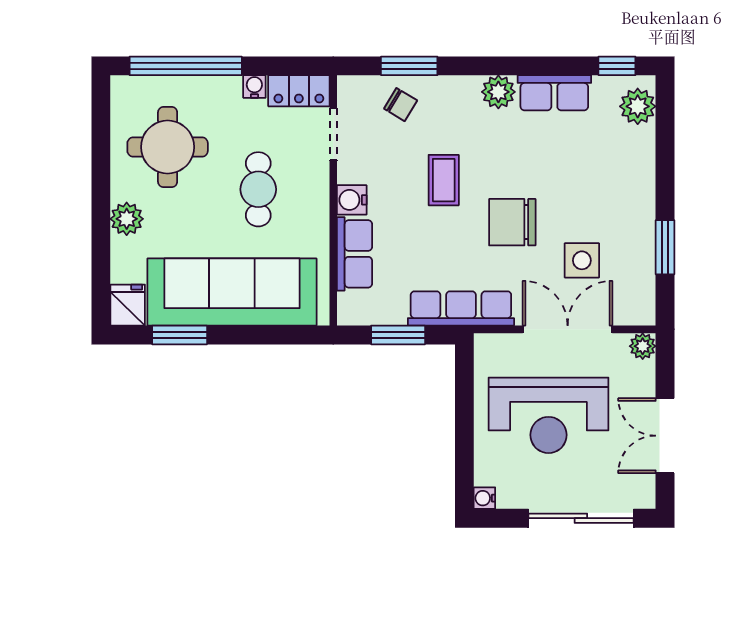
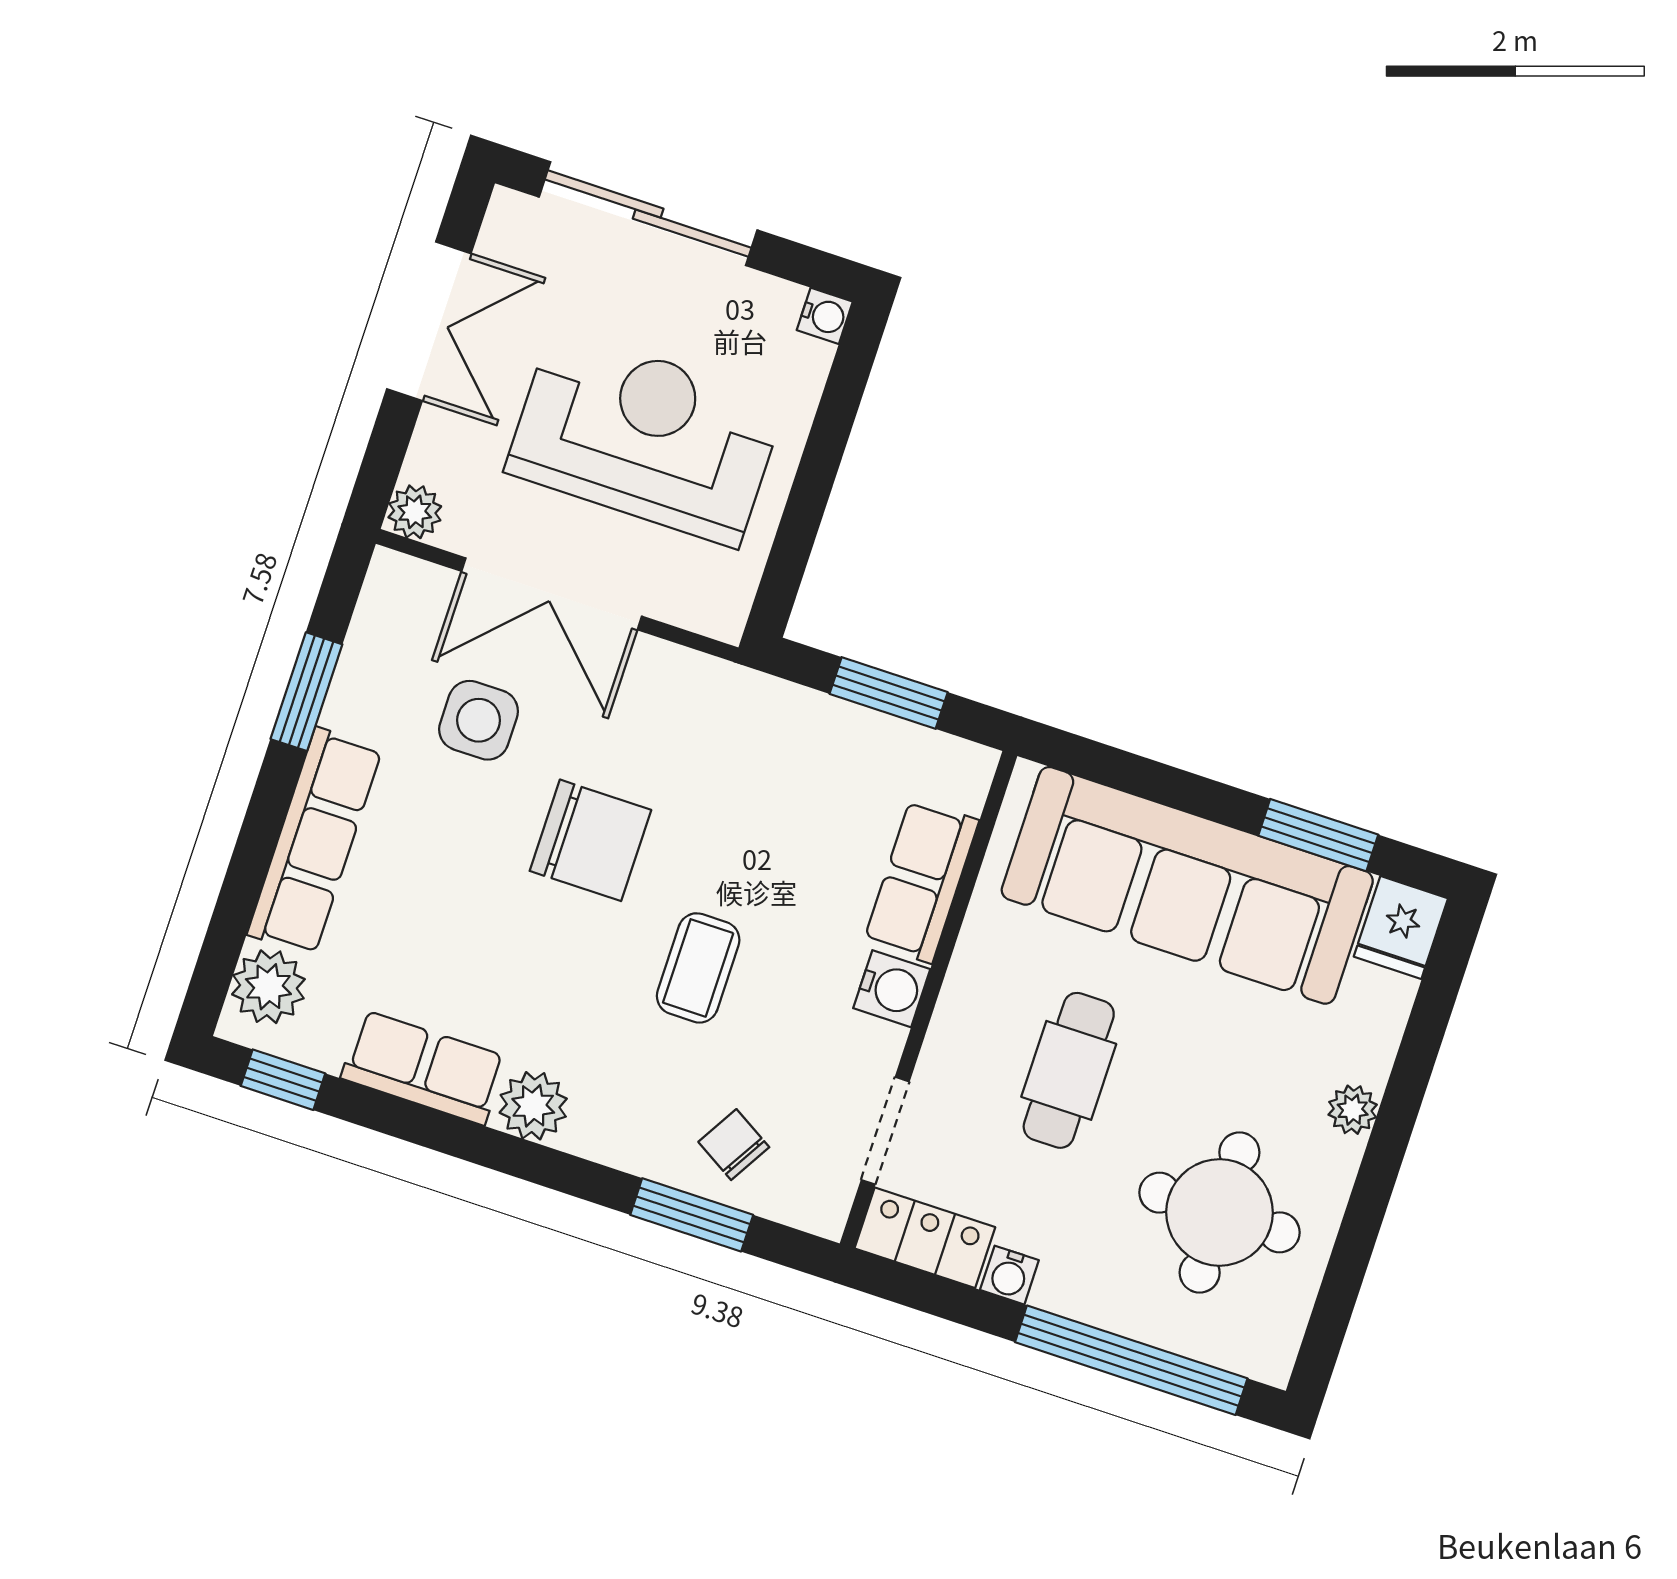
plant: (127, 219) -> (1353, 1110), width x0.73, depth x0.73
row of seats: (461, 308) -> (315, 842), moved, turned -90

